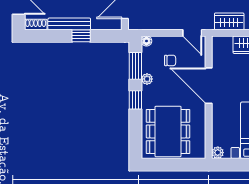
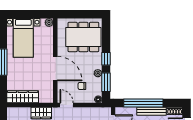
window: (81, 36) -> (143, 103), width x3.17
dining table: (168, 131) -> (83, 37), turned 90

